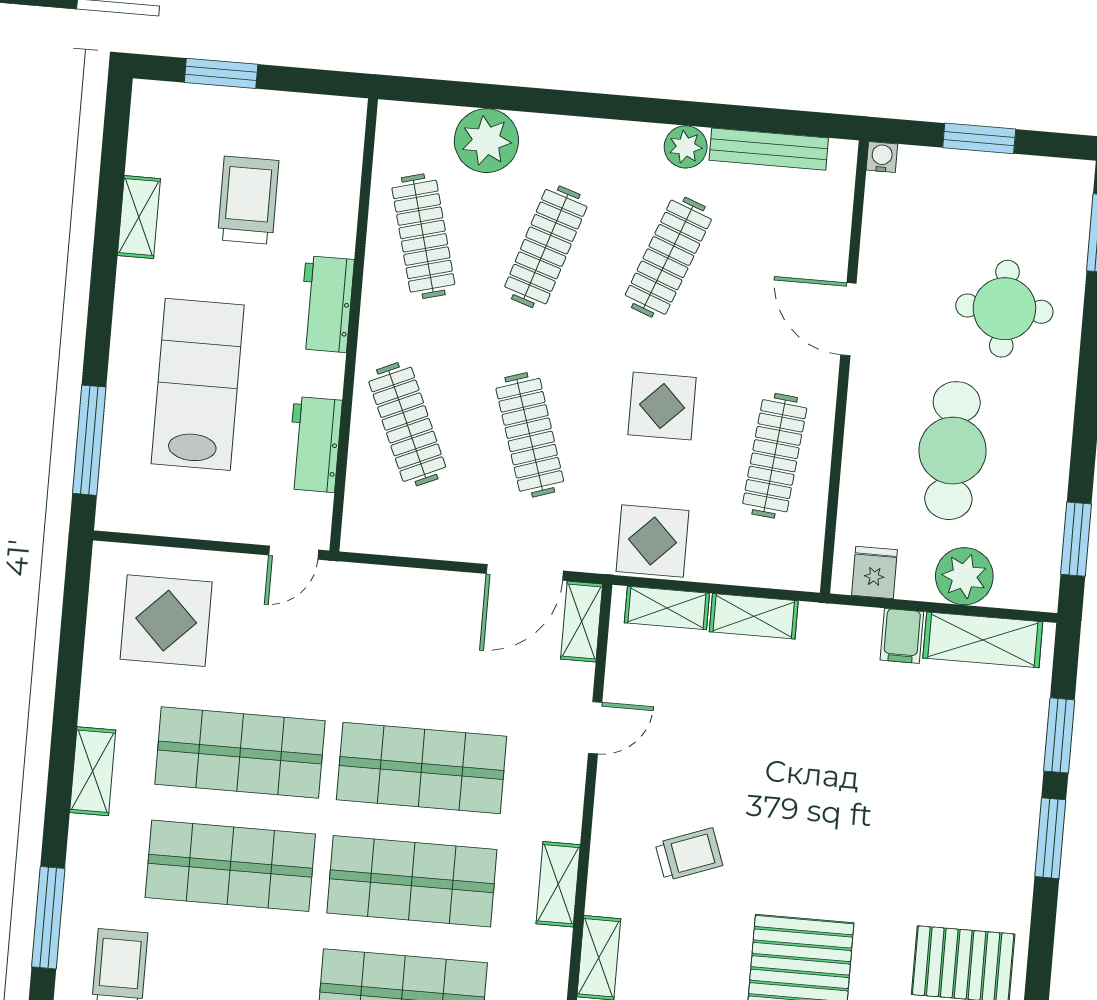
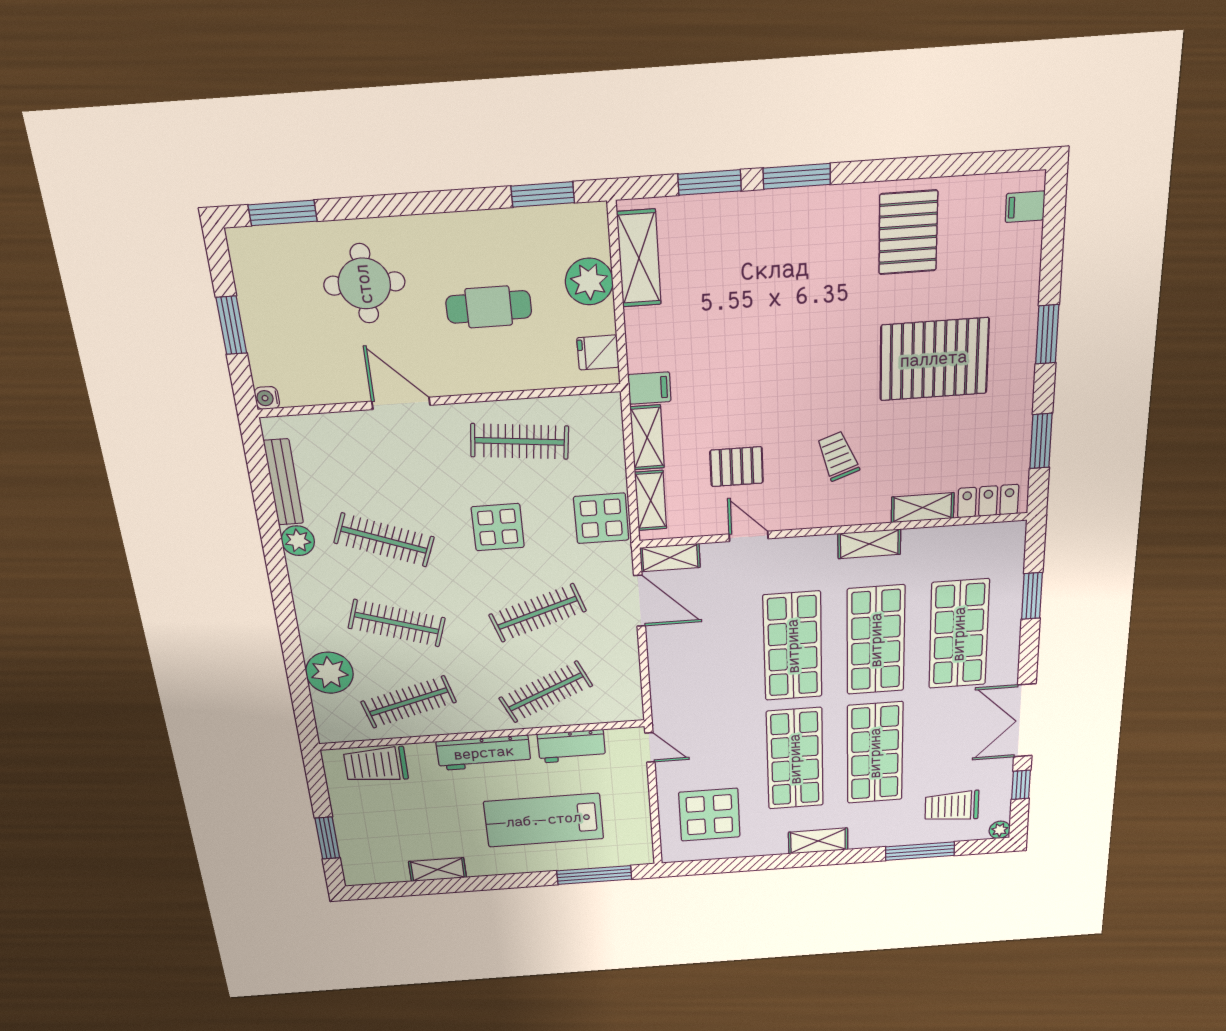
trolley: (248, 200) -> (376, 765), moved
workbench: (326, 304) -> (484, 753), width x1.38
door: (848, 319) -> (401, 403), swing flipped
cafe table: (953, 451) -> (489, 307), width x0.73, depth x0.74
filing cabinet: (902, 636) -> (649, 388), moved
pallet: (696, 724) -> (737, 467), added

